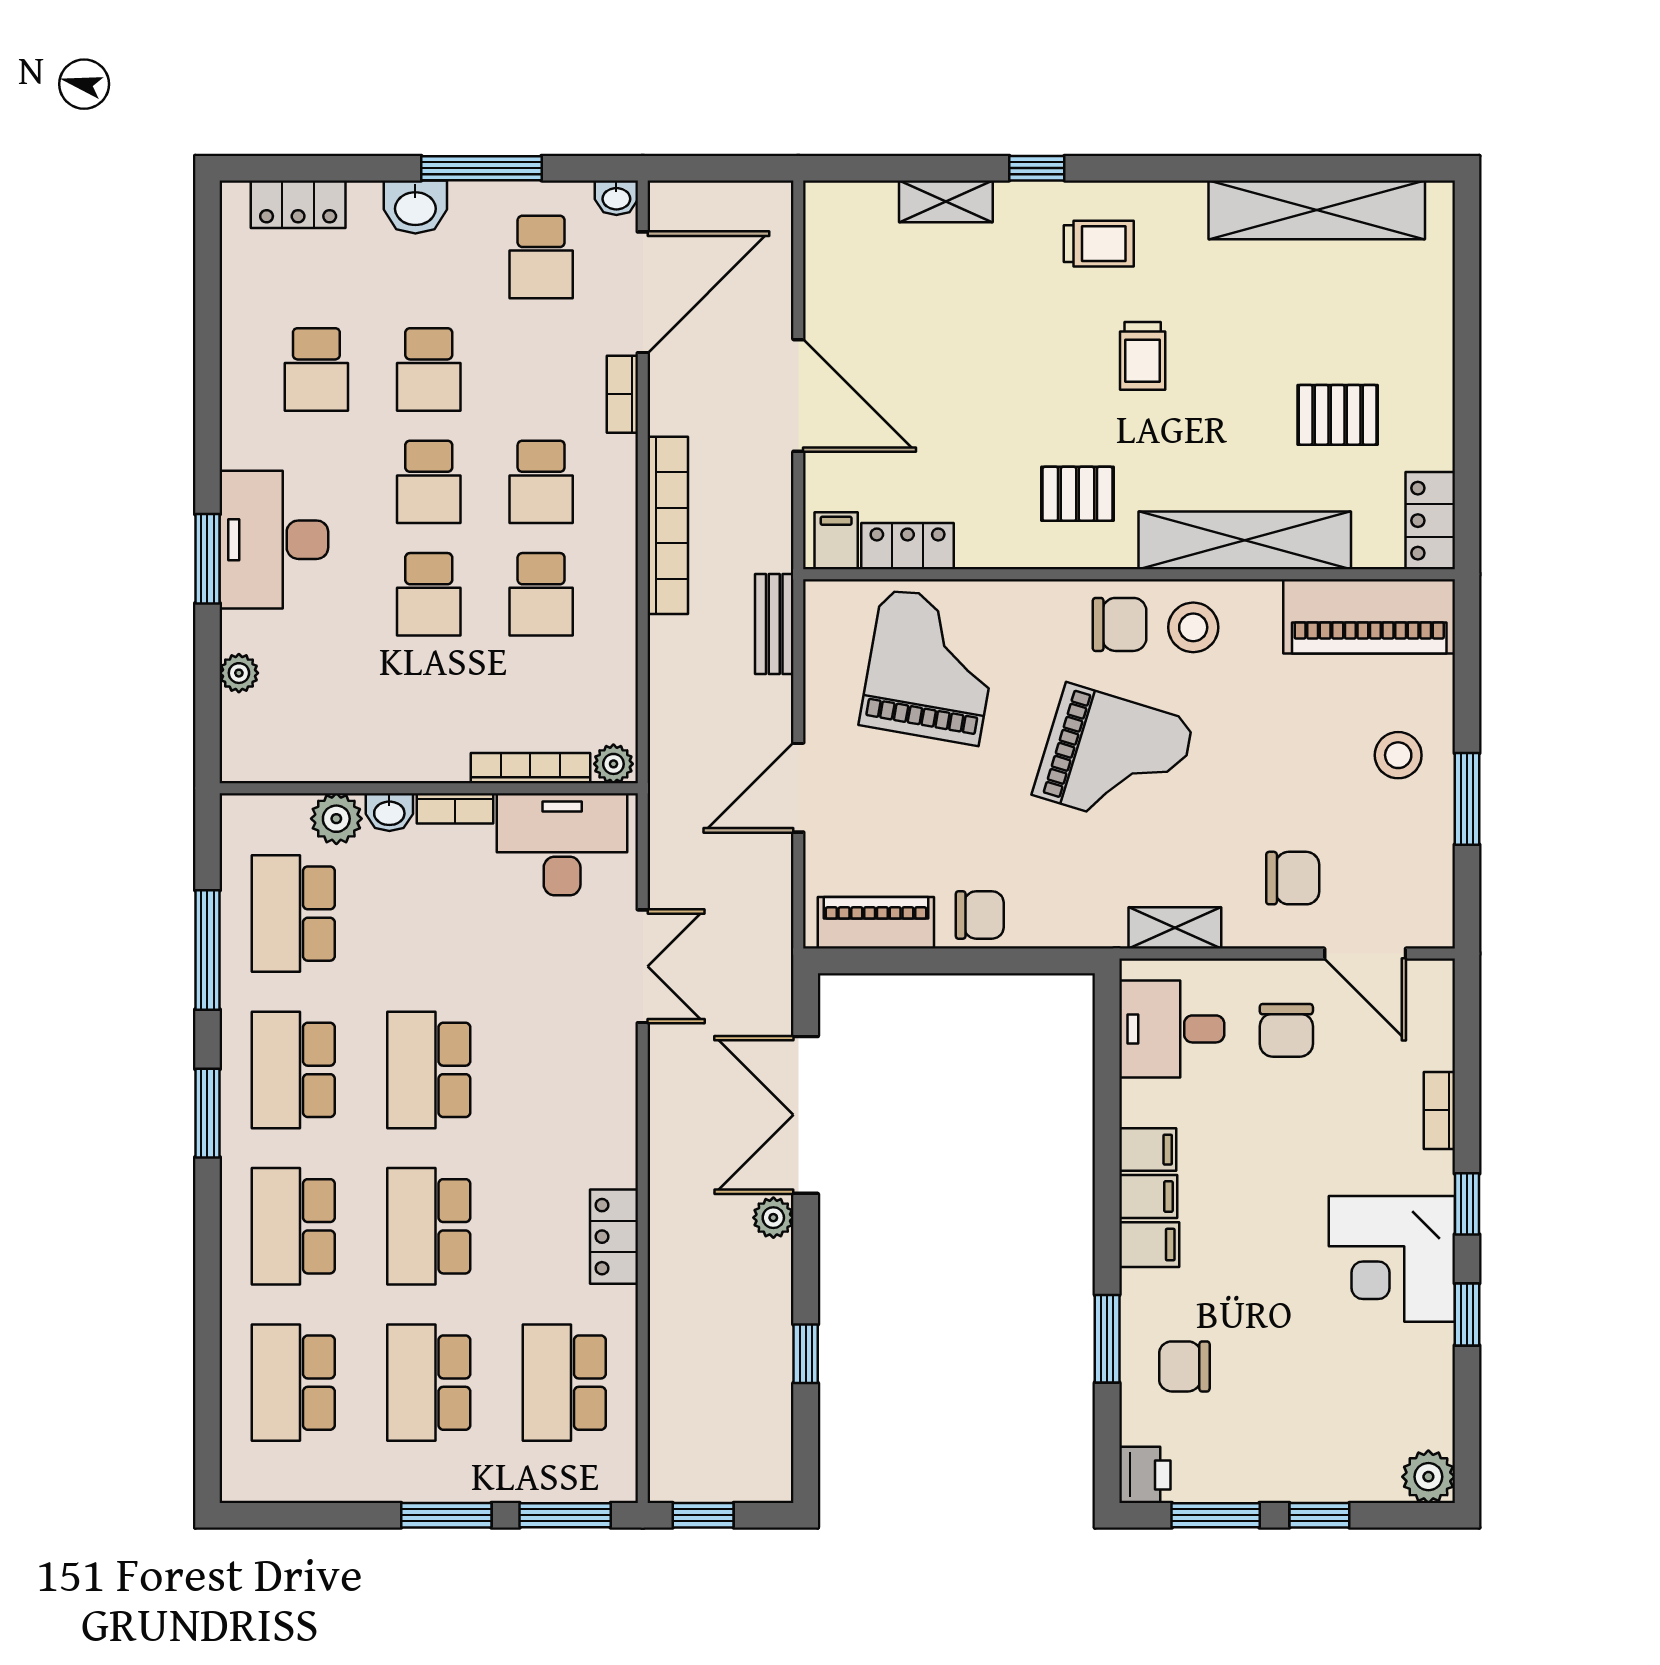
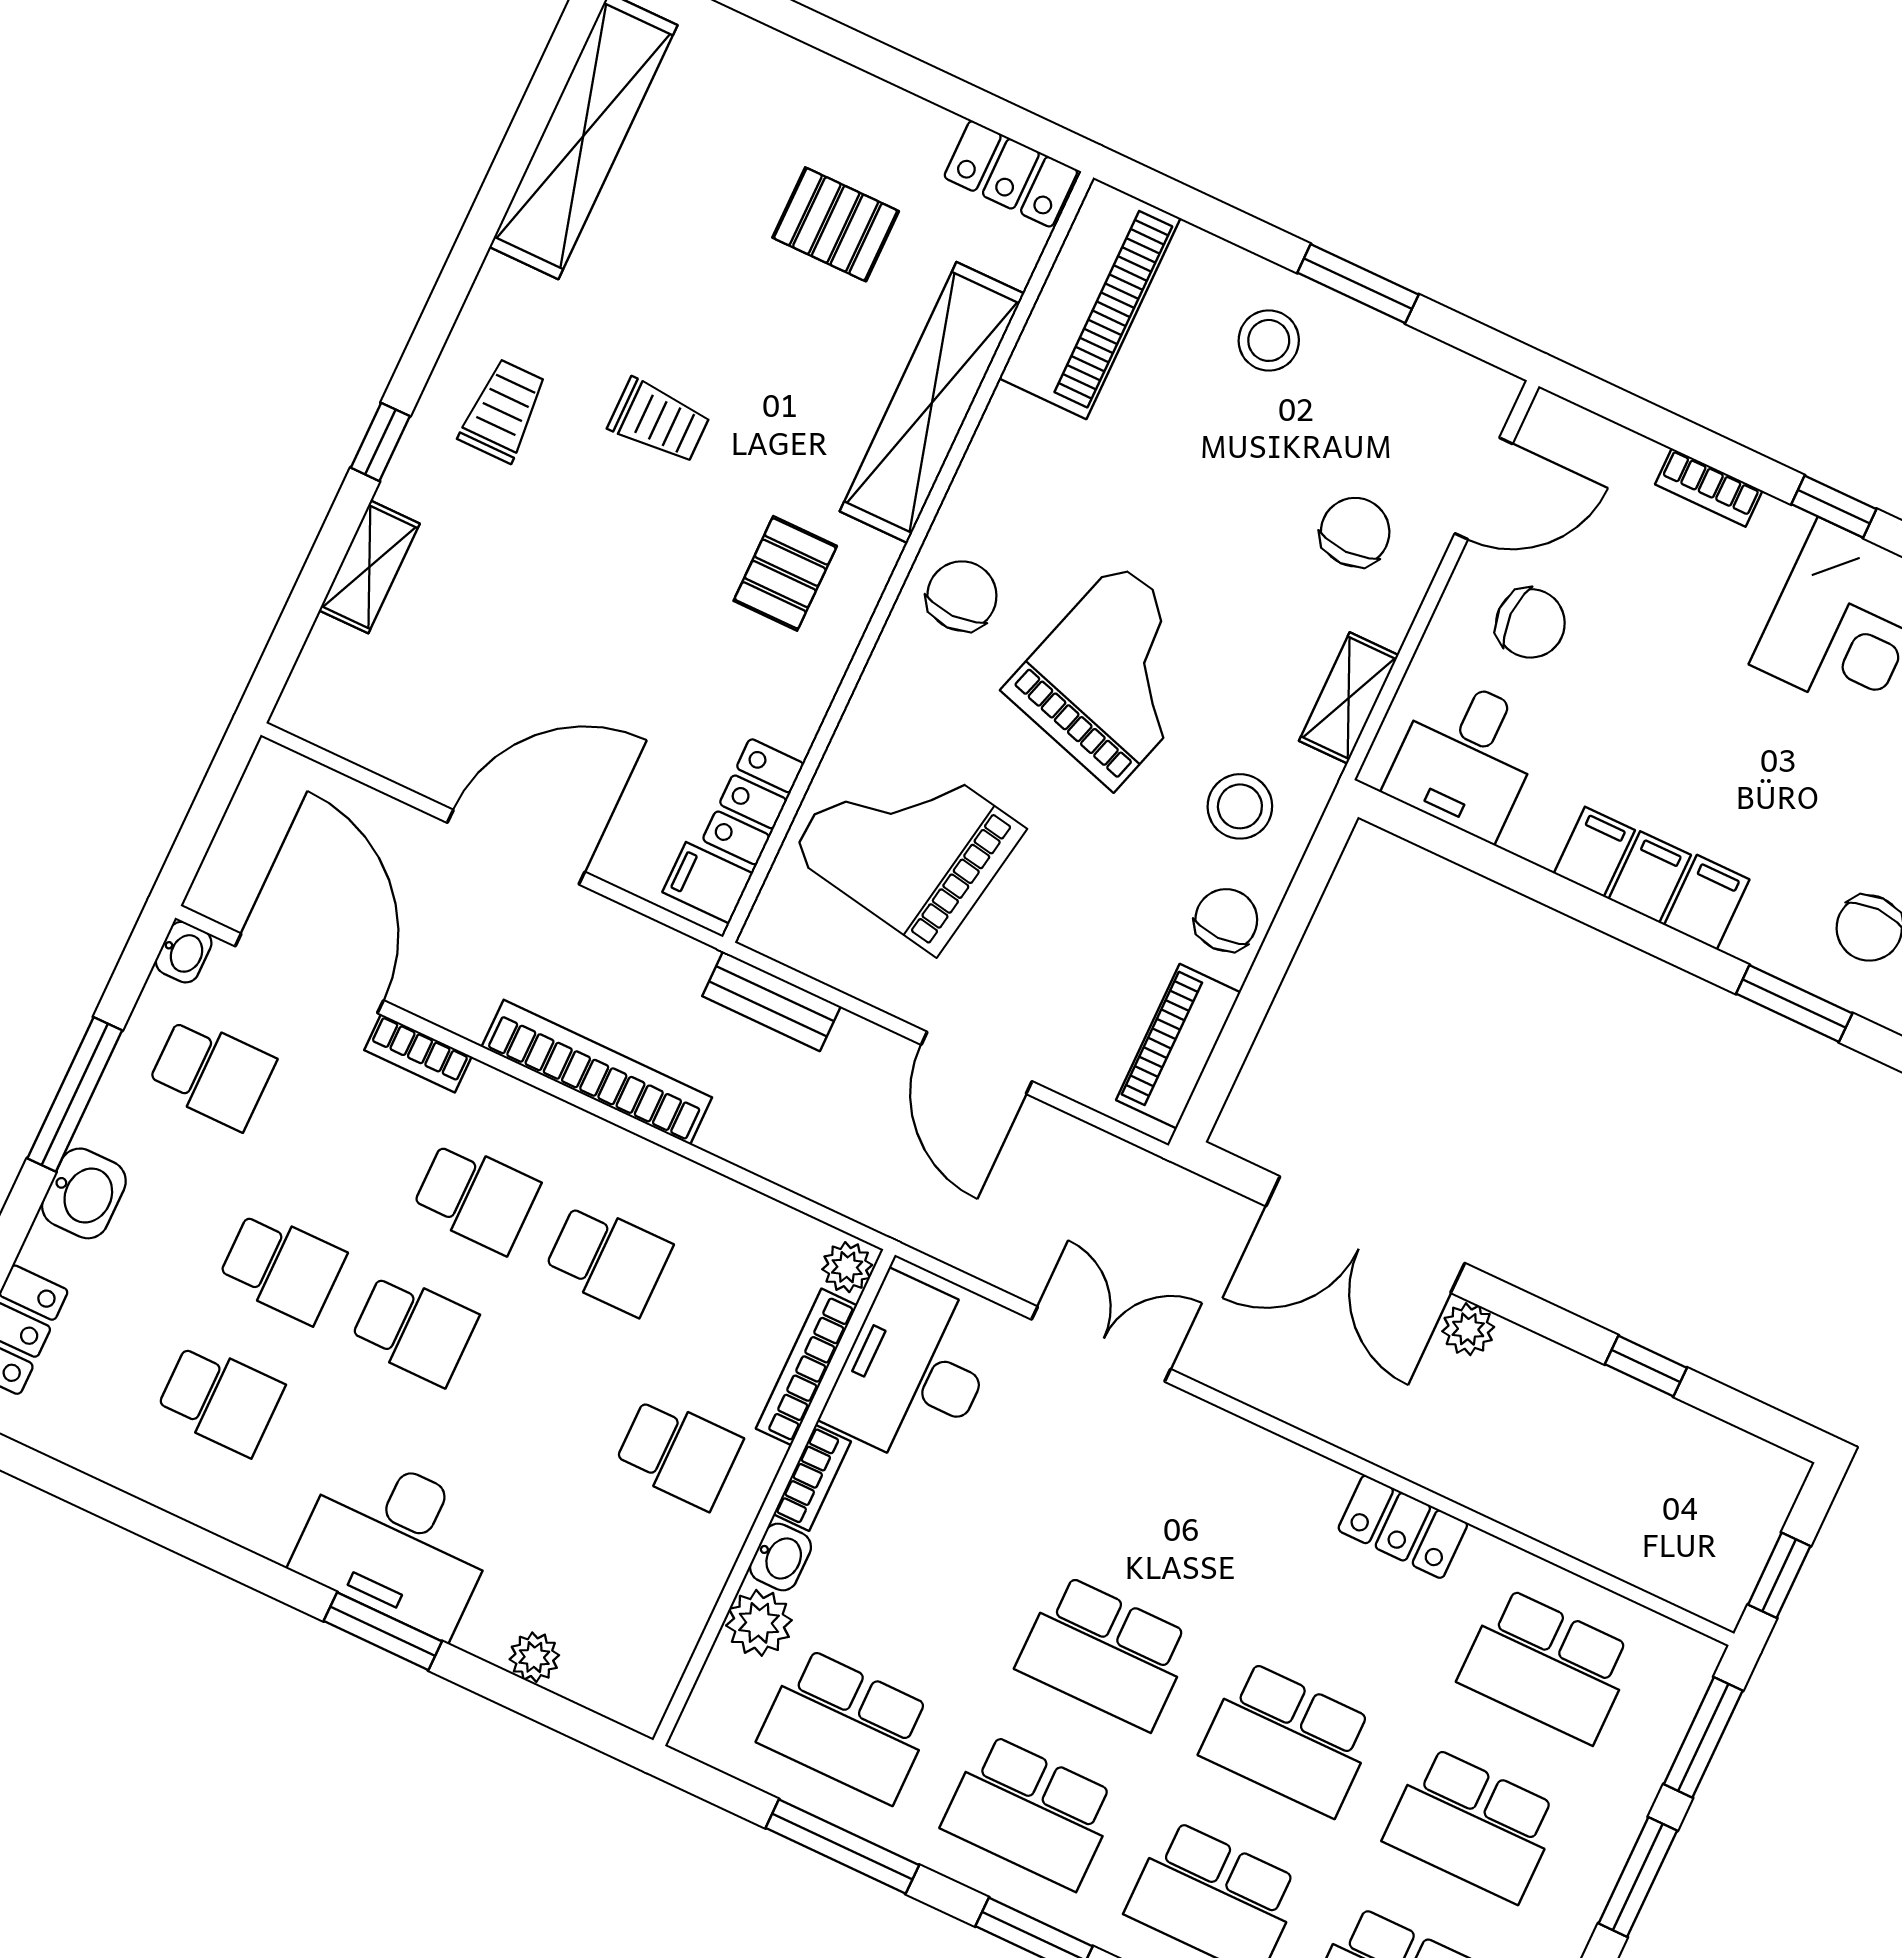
pallet: (1338, 415) -> (836, 224), turned 90
school desk: (429, 594) -> (678, 1453), moved
stool: (1193, 627) -> (1240, 806), moved

